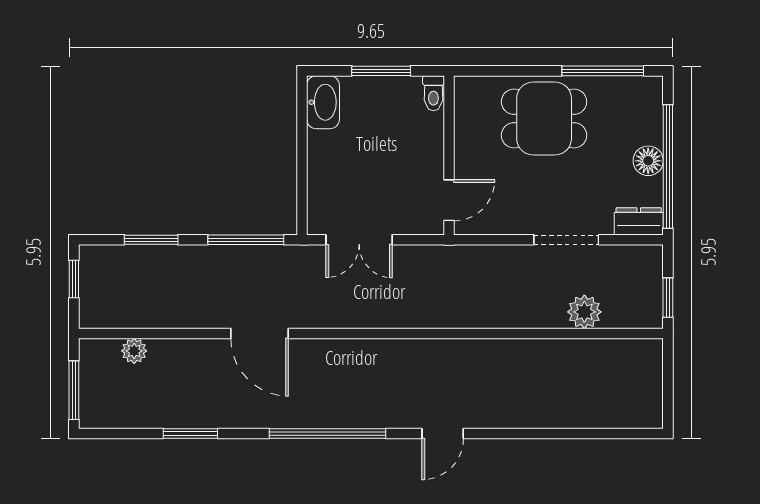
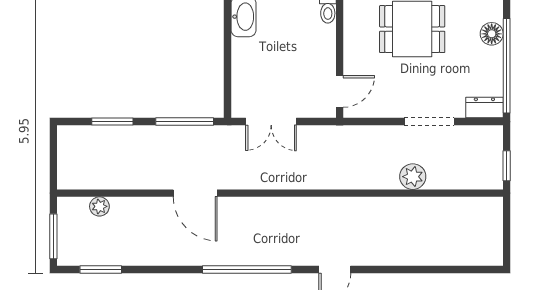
floor lamp: (648, 161) -> (492, 34), moved
window: (74, 279) -> (53, 152), removed
plant: (584, 312) -> (413, 177), moved
window: (190, 434) -> (101, 269), moved

